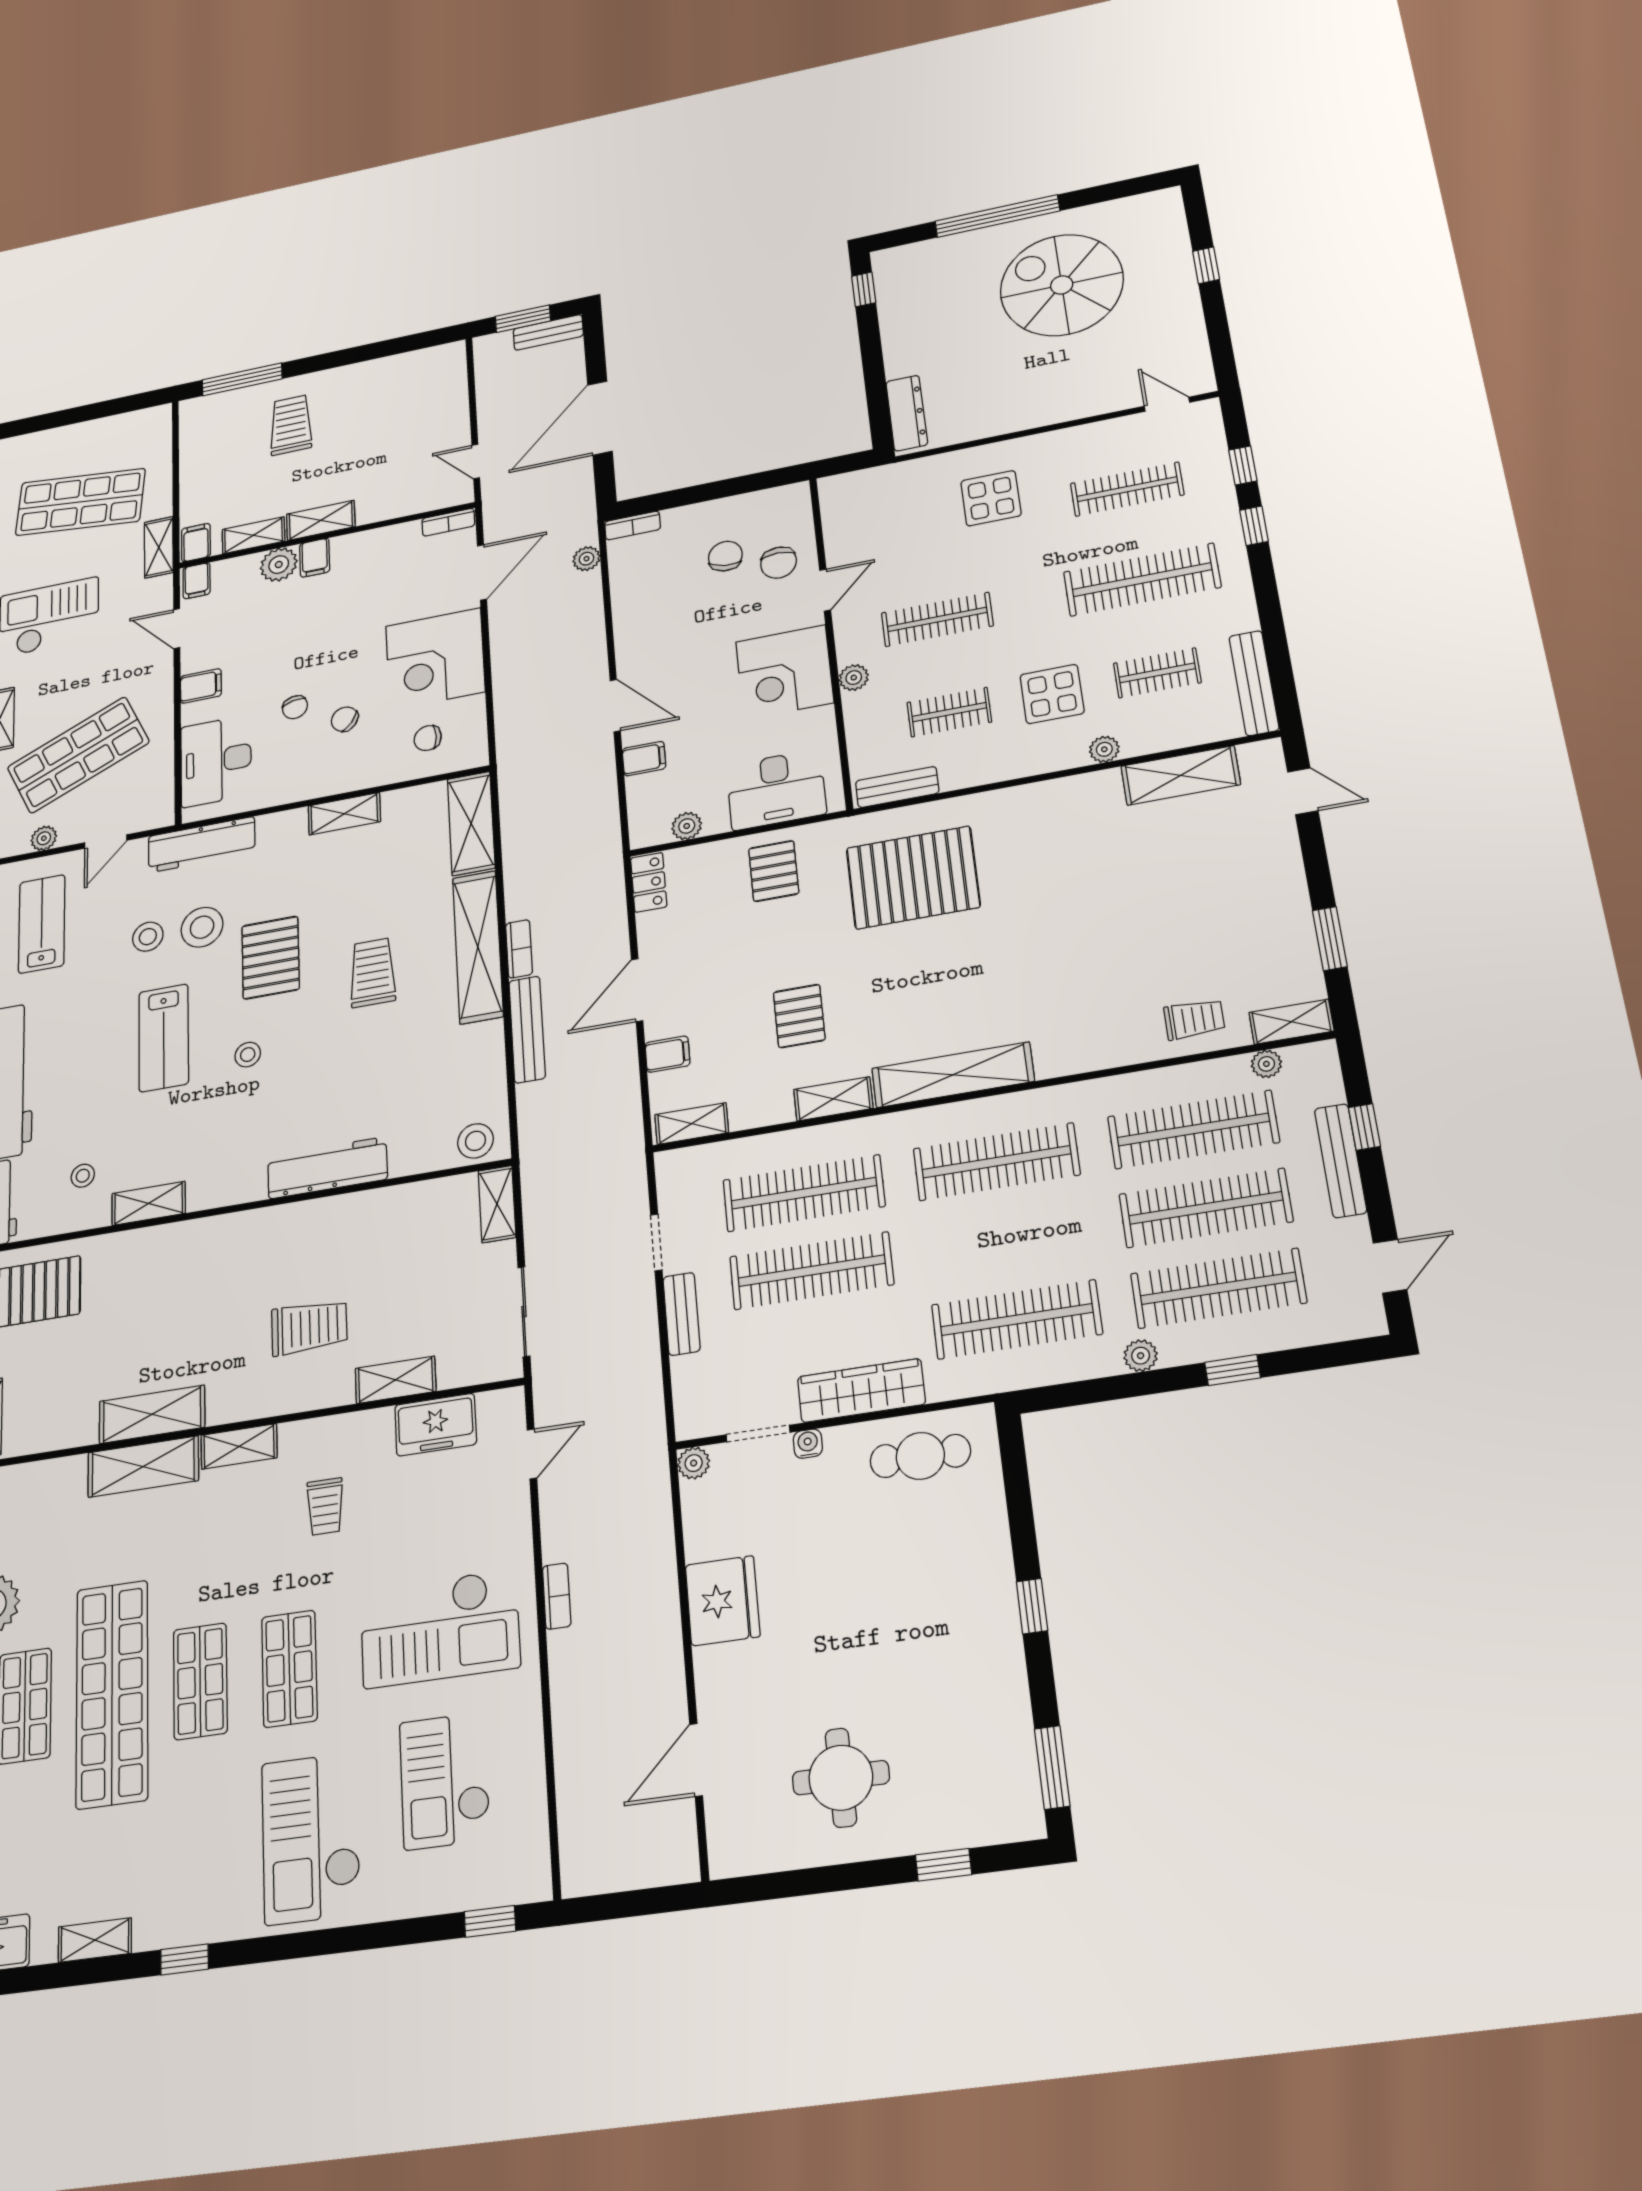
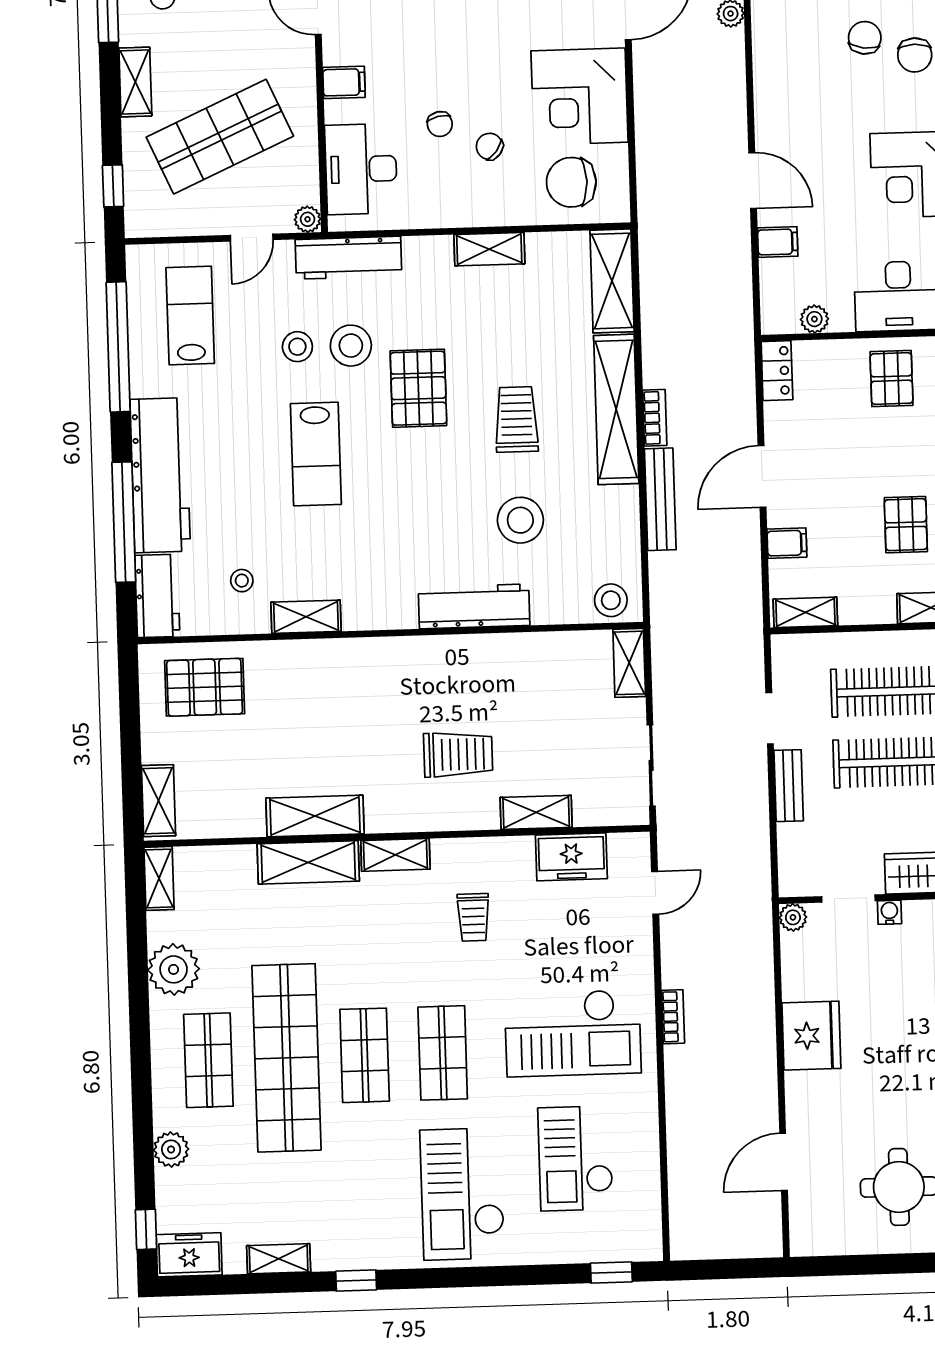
chair: (428, 738) -> (571, 182), width x1.87, depth x1.87
plant: (44, 838) -> (308, 219), moved
stool: (248, 1055) -> (520, 520), moved, width x1.89, depth x1.89

